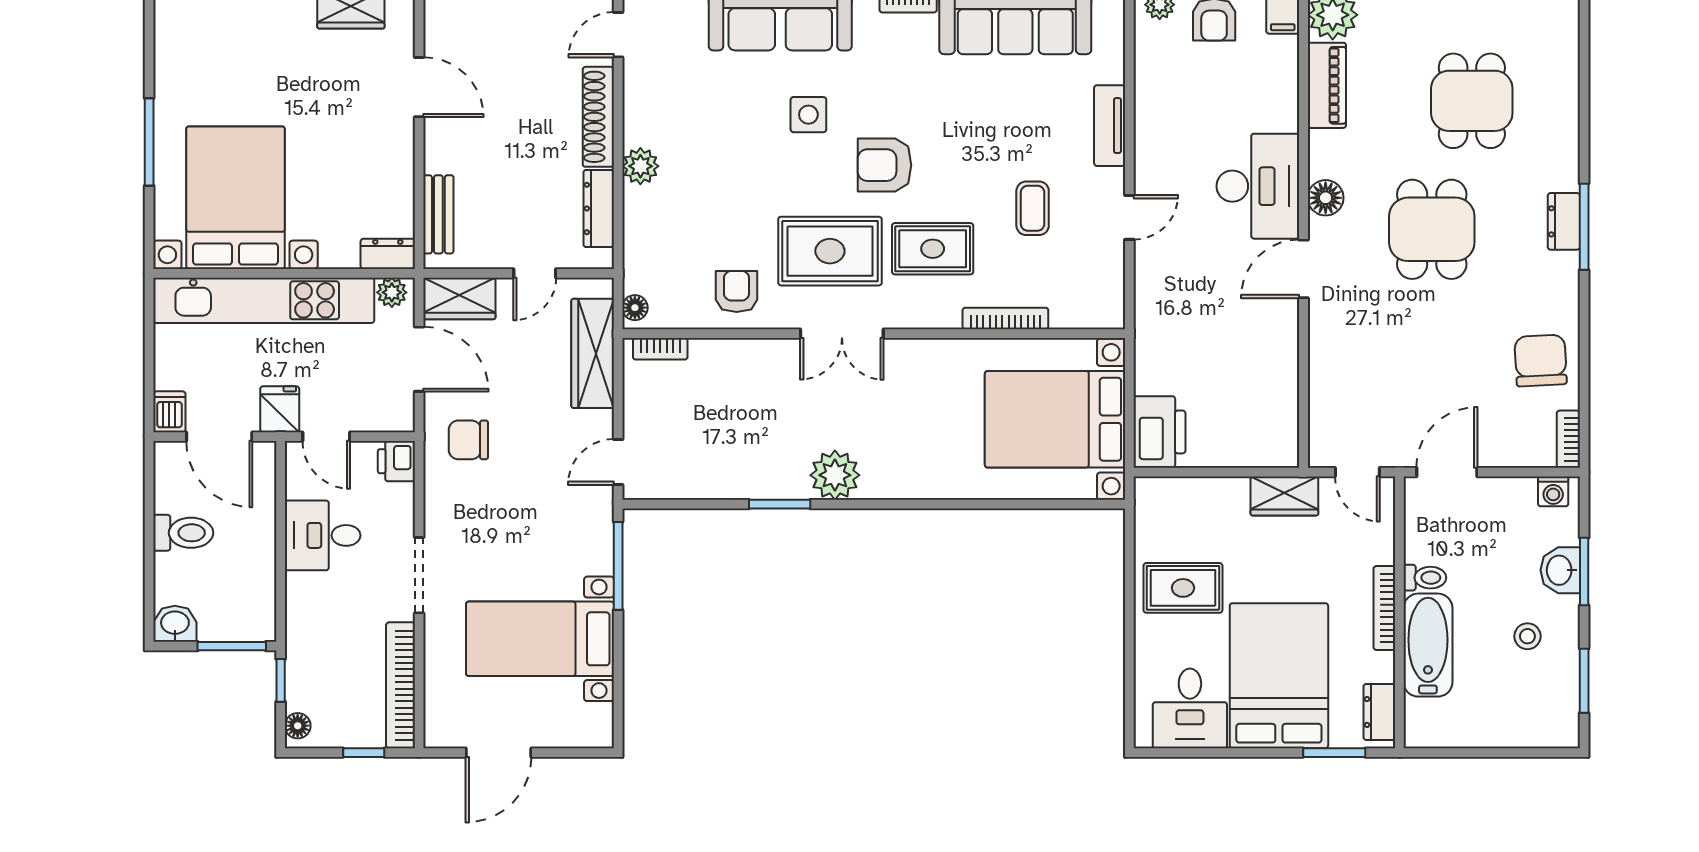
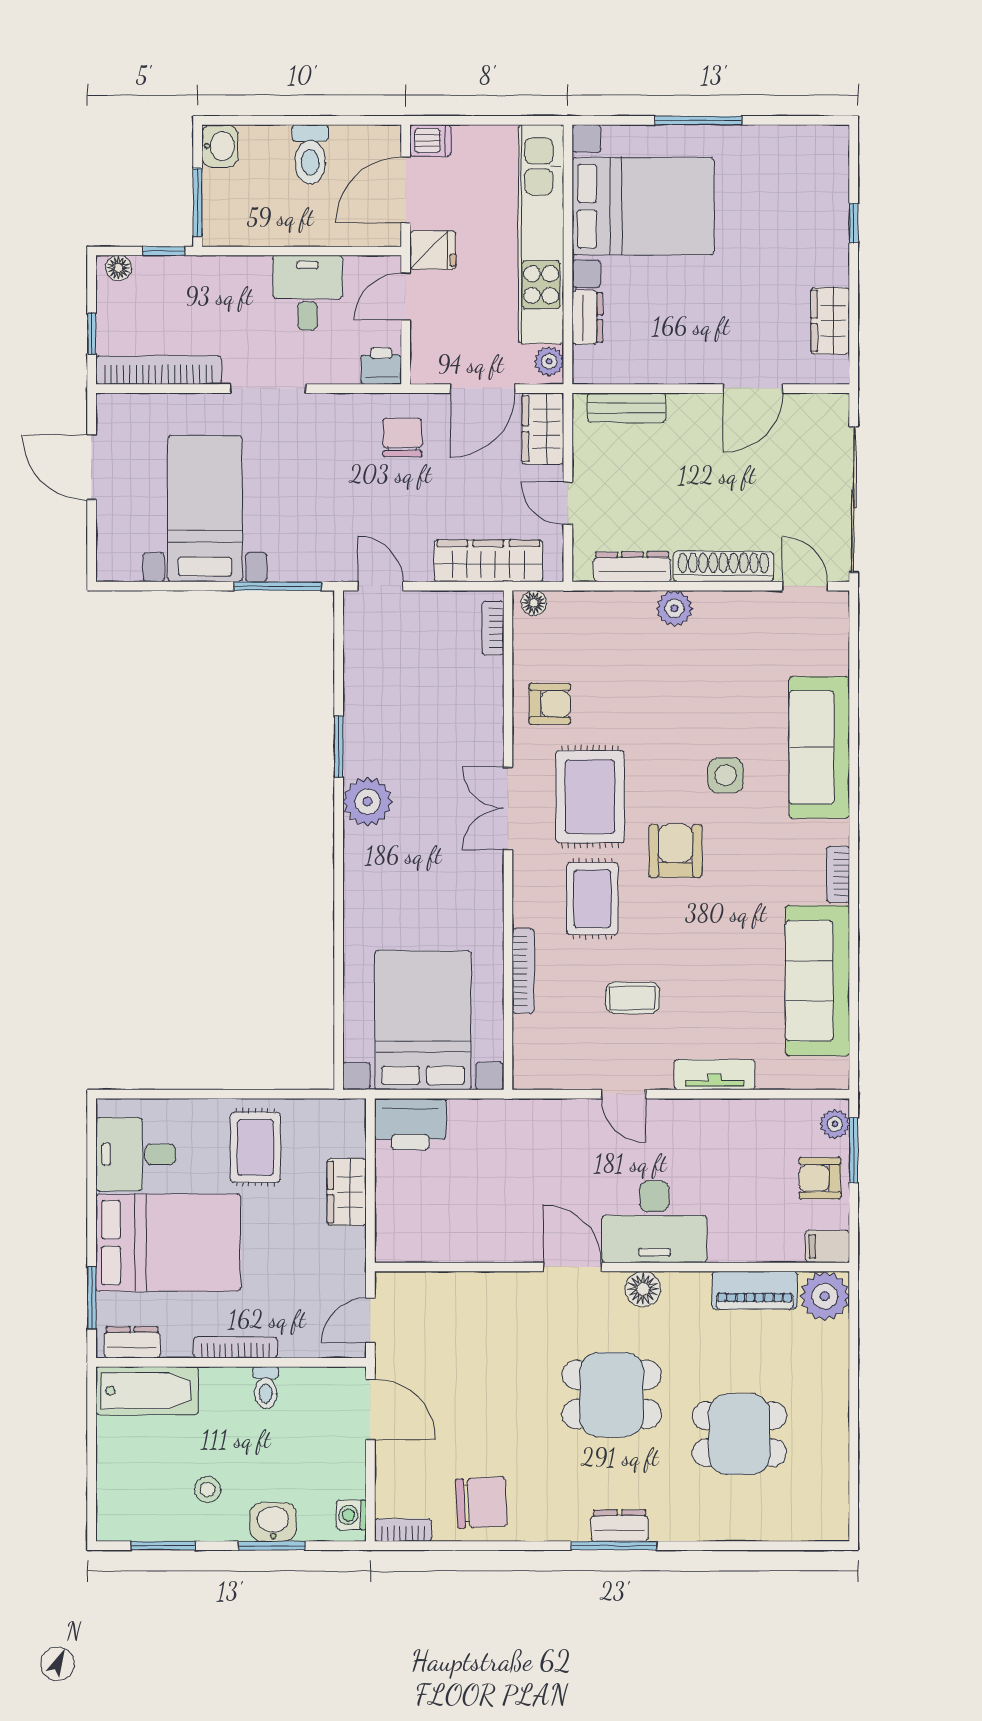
dresser: (388, 254) -> (587, 317), moved
wardrobe: (1284, 496) -> (347, 1192), moved
bathtub: (1428, 645) -> (147, 1391), moved

